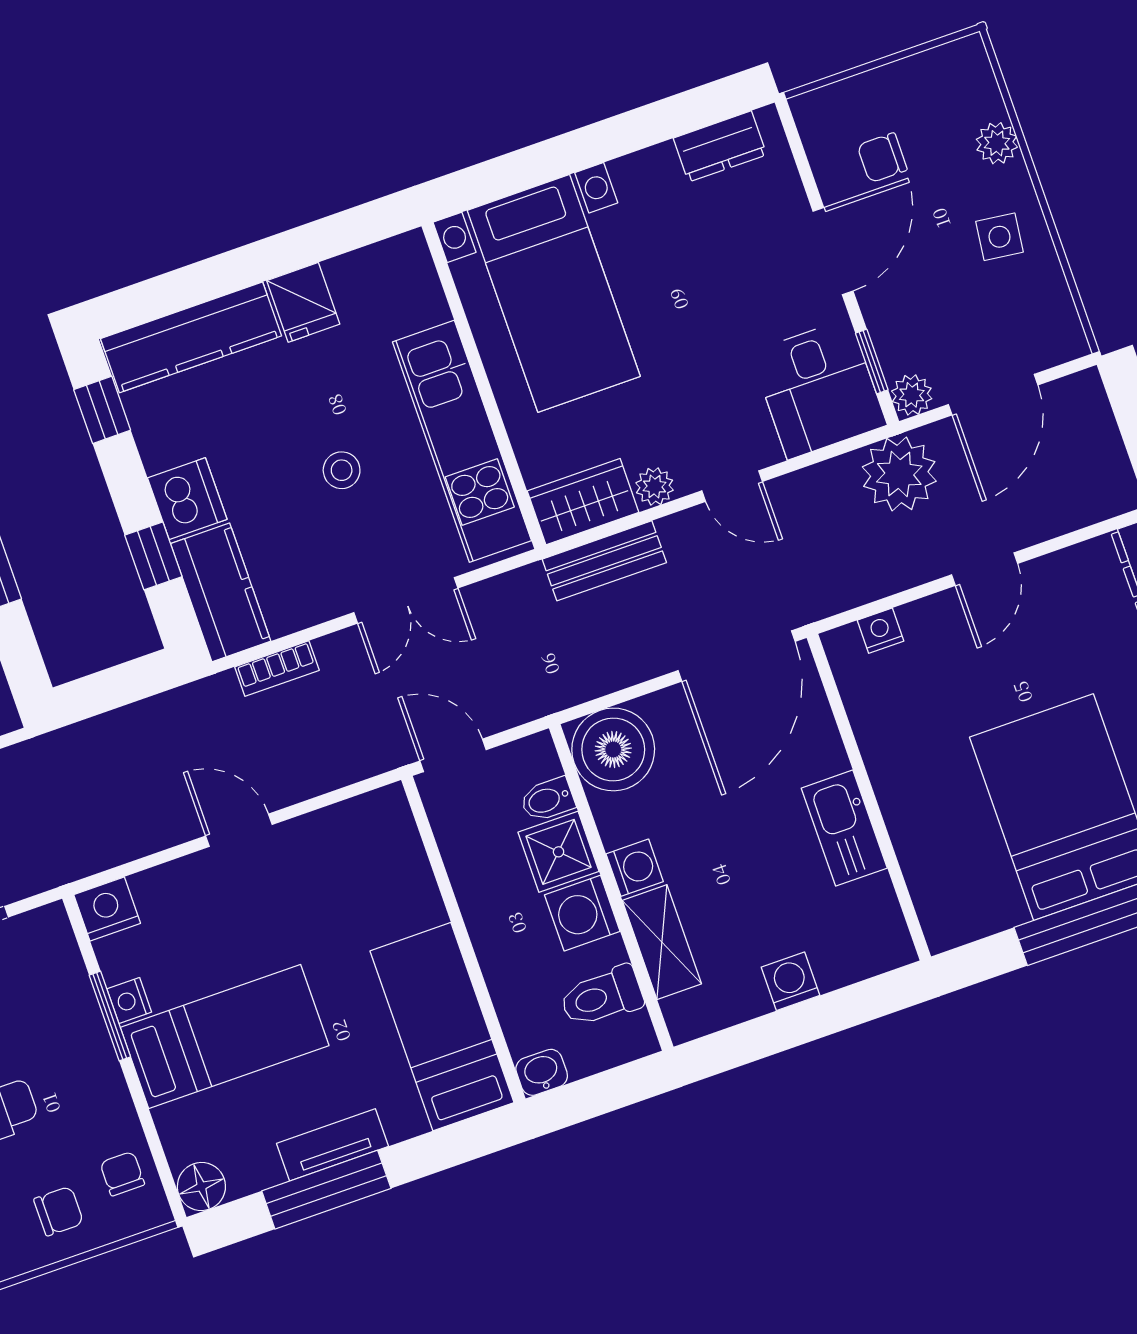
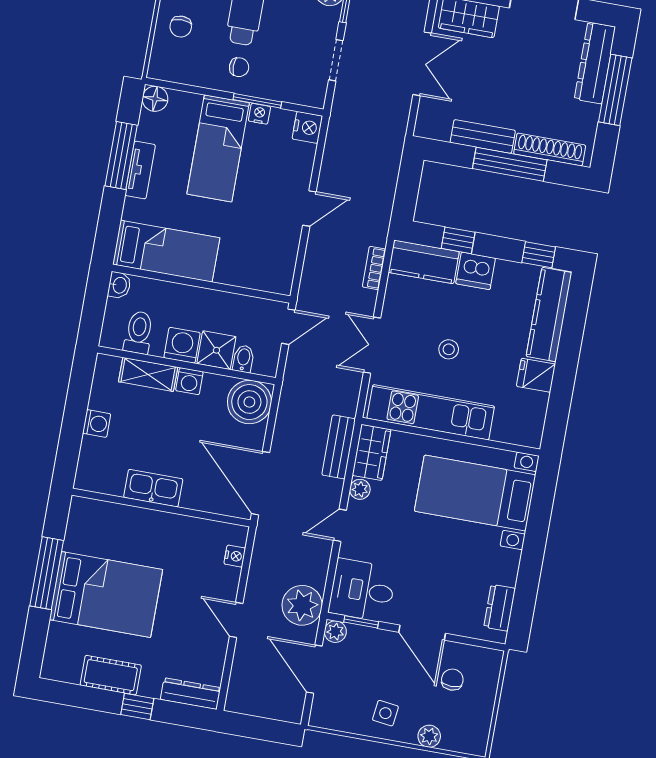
chair: (122, 1174) -> (239, 67), moved

